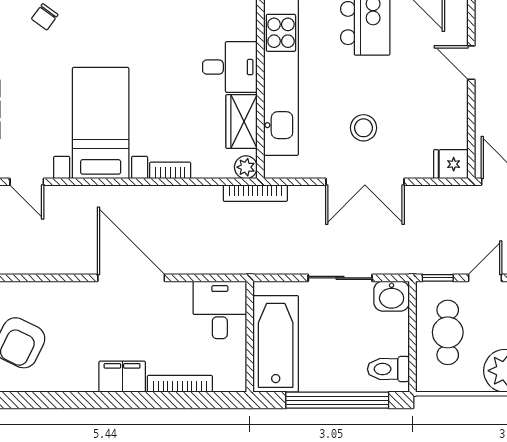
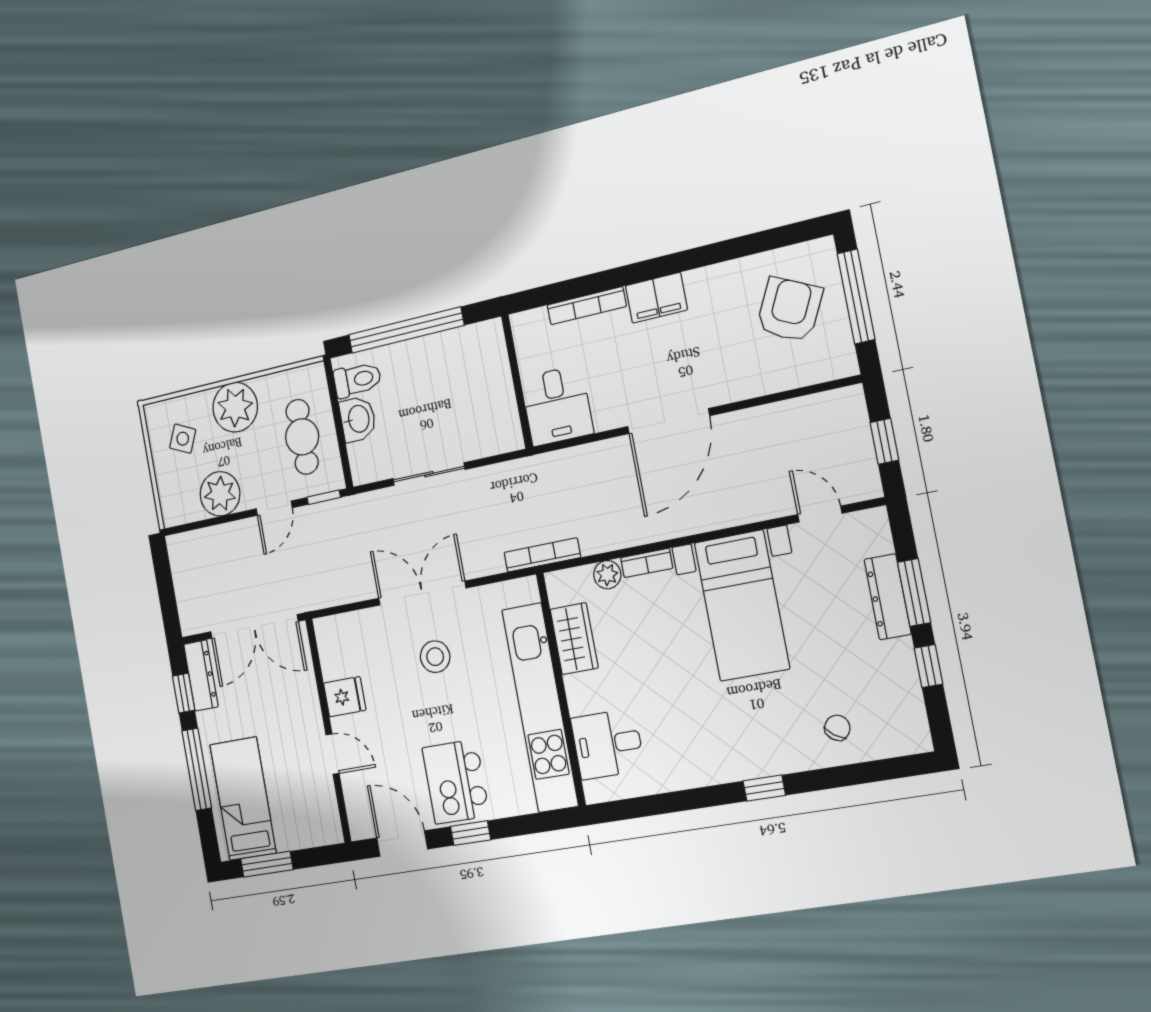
desk: (230, 67) -> (608, 744), moved
fridge: (451, 164) -> (345, 697), moved
plant: (246, 167) -> (607, 575), moved
door: (131, 278) -> (668, 421), hinge flipped
washbasin: (392, 296) -> (358, 419), moved, turned 90
bathtub: (276, 344) -> (486, 380), removed

